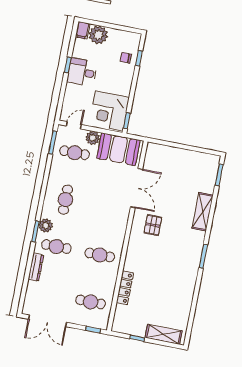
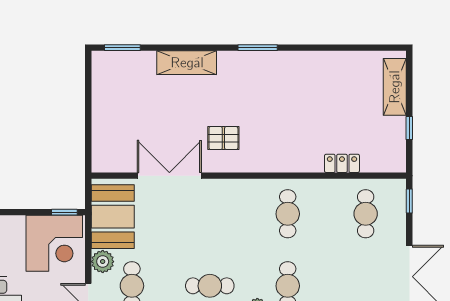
locker: (125, 288) -> (342, 163), width x0.66

